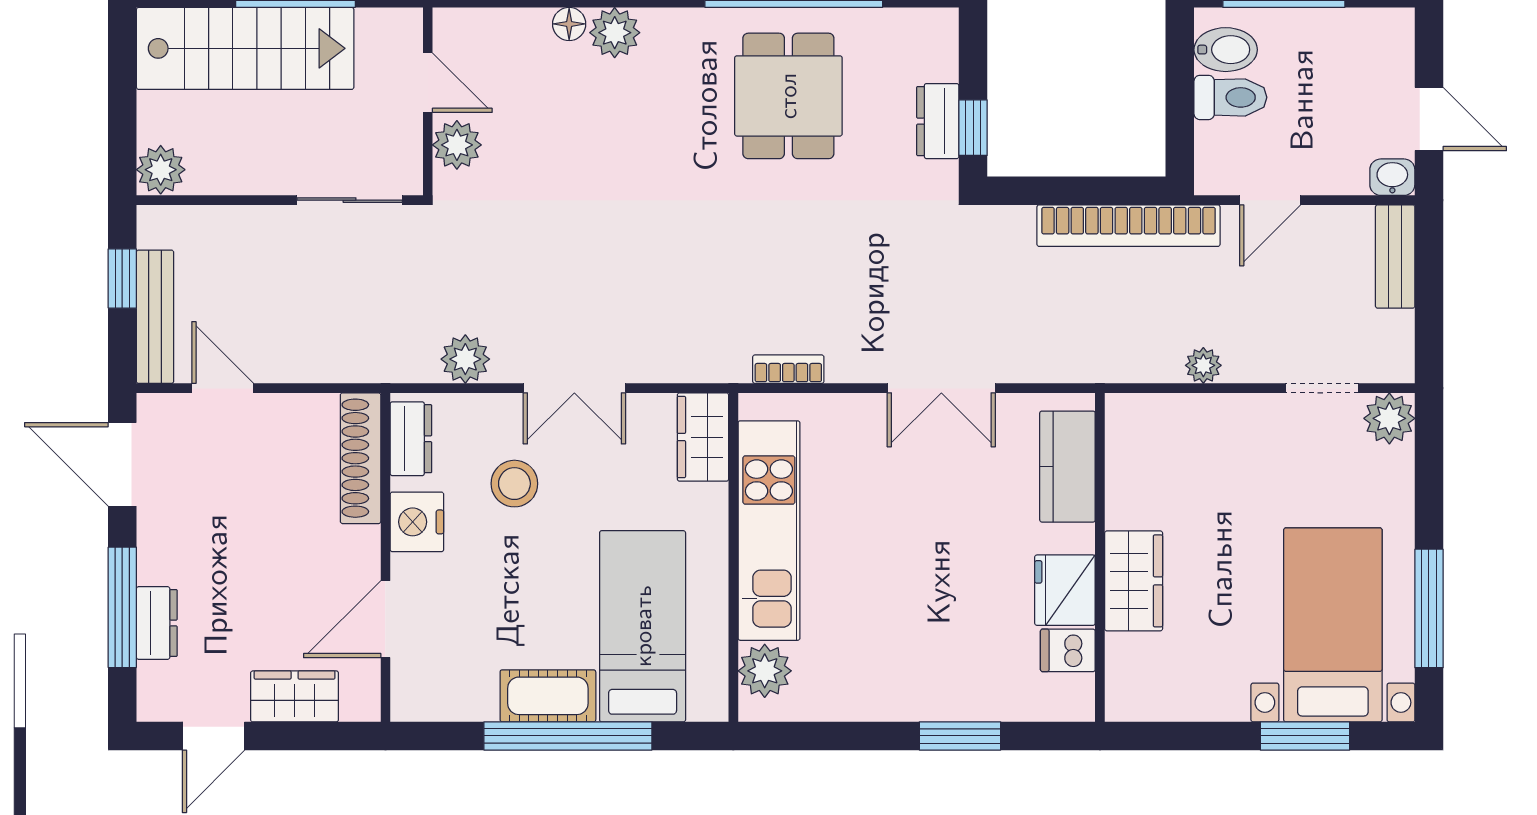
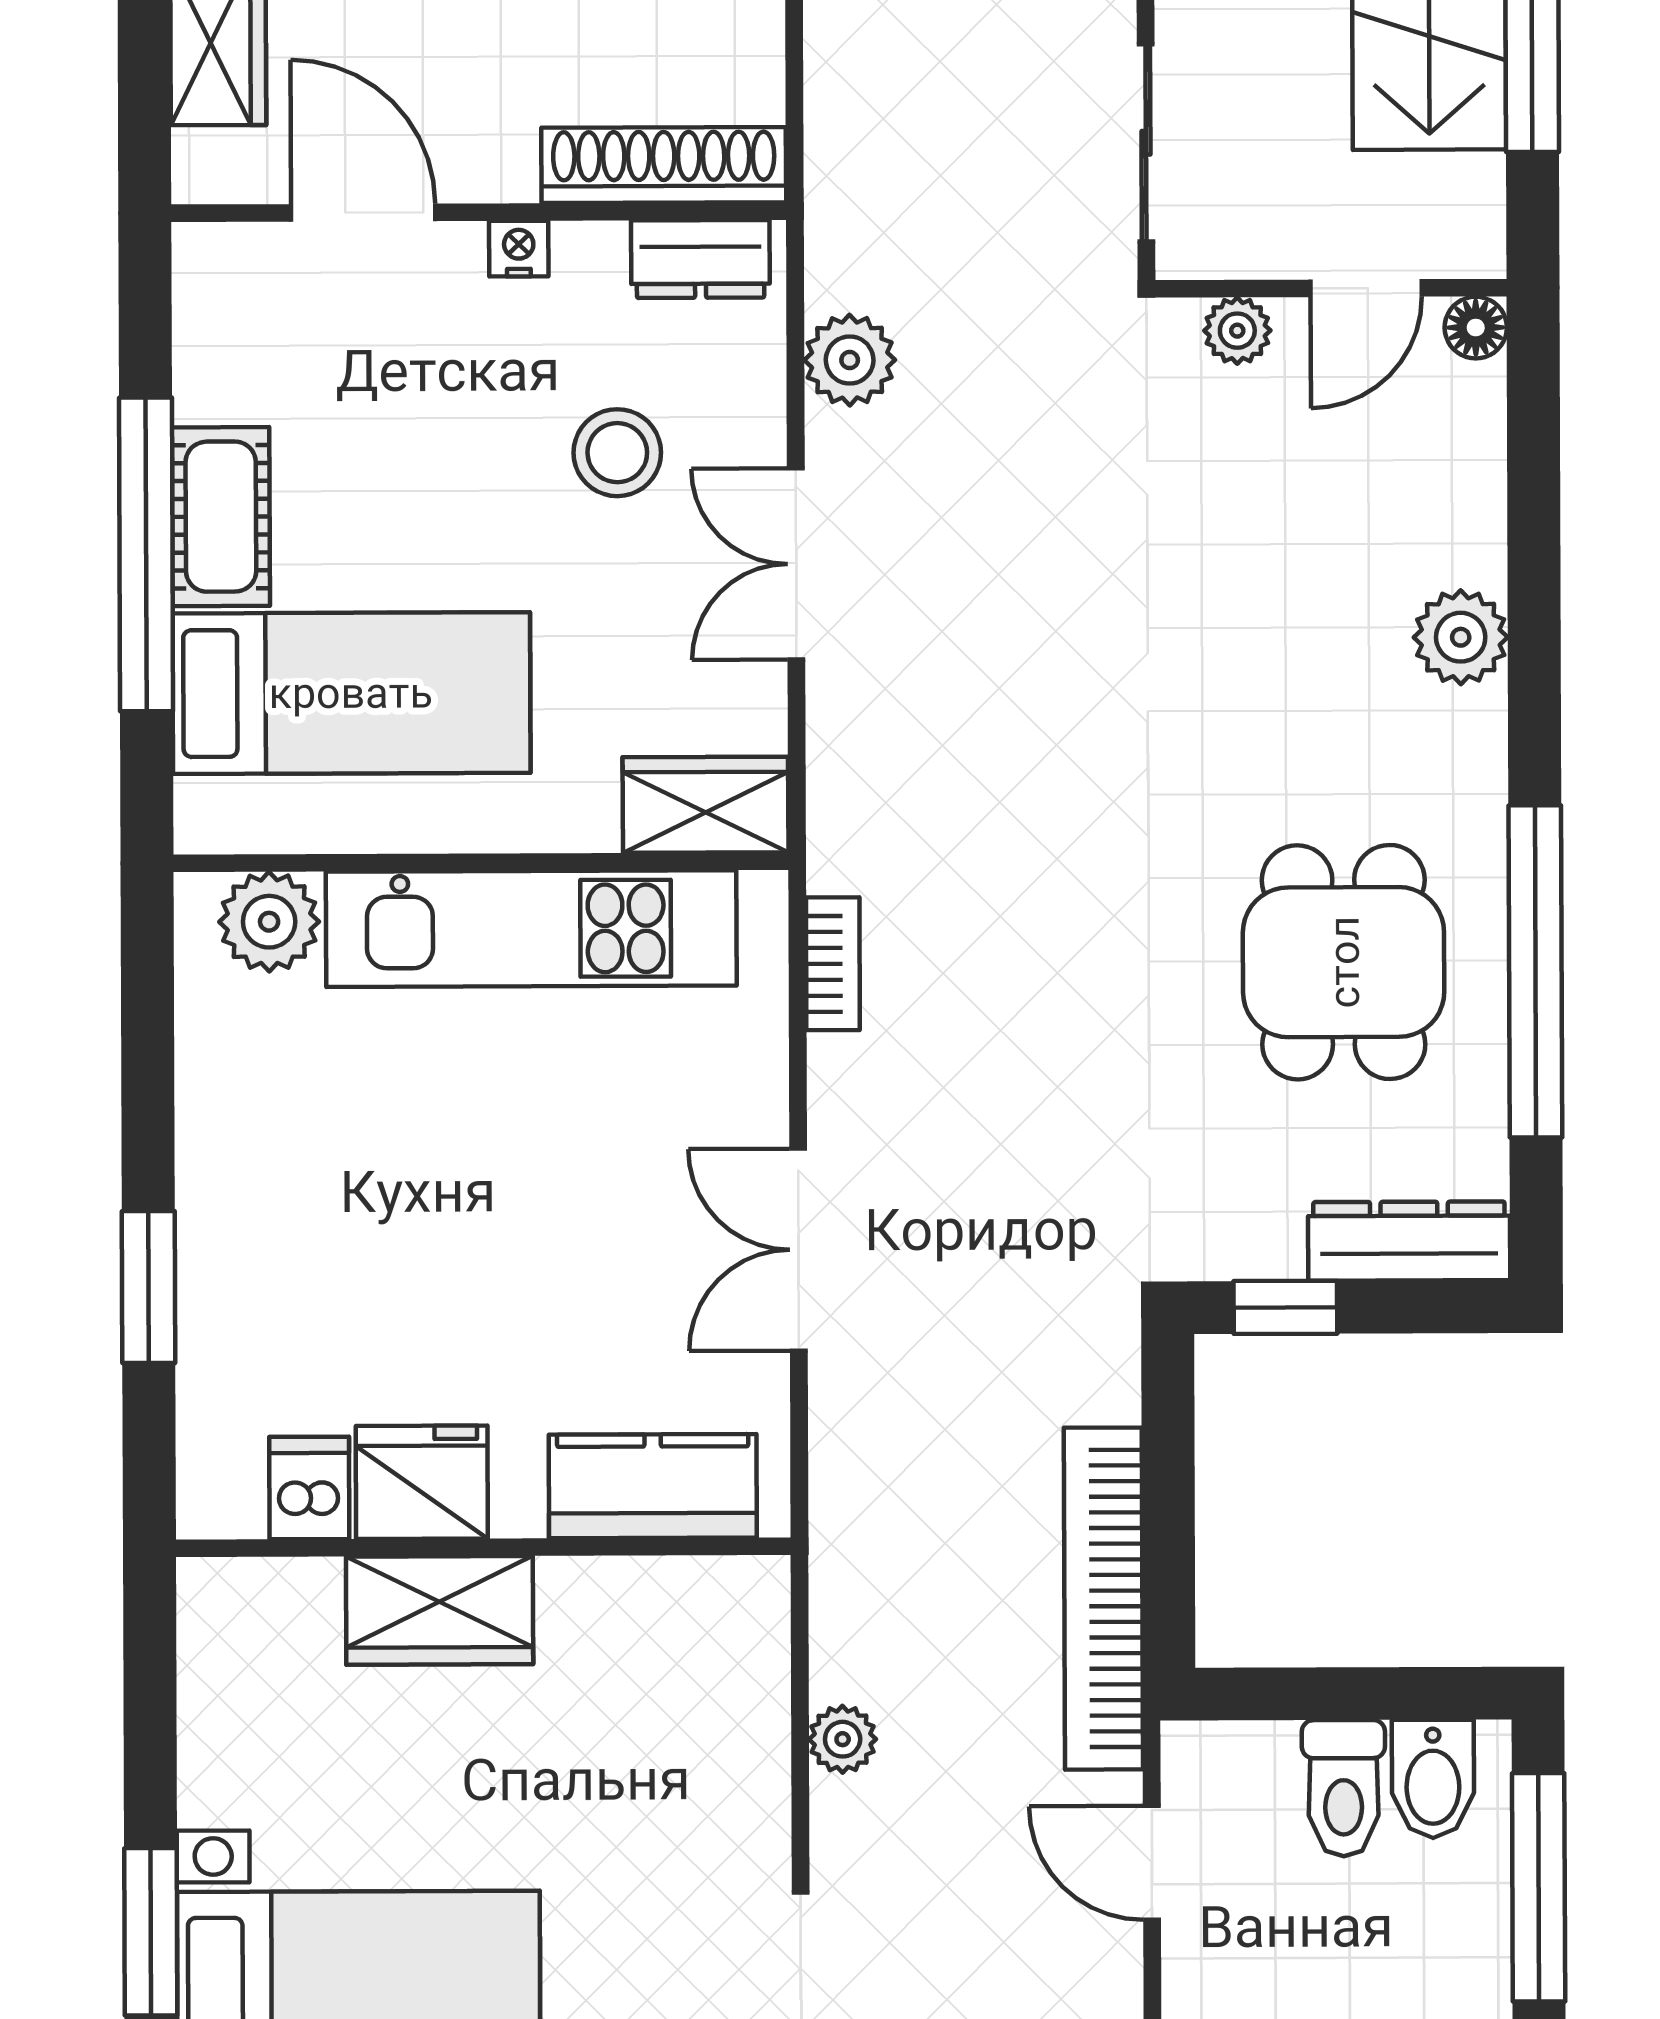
floor lamp: (569, 24) -> (1476, 328), moved
dining table: (788, 96) -> (1344, 962), turned 90
dresser: (938, 121) -> (1409, 1241), moved, width x1.44
plant: (457, 145) -> (1237, 331), width x0.73, depth x0.73
nightstand: (417, 522) -> (519, 249), width x0.53, depth x0.56

